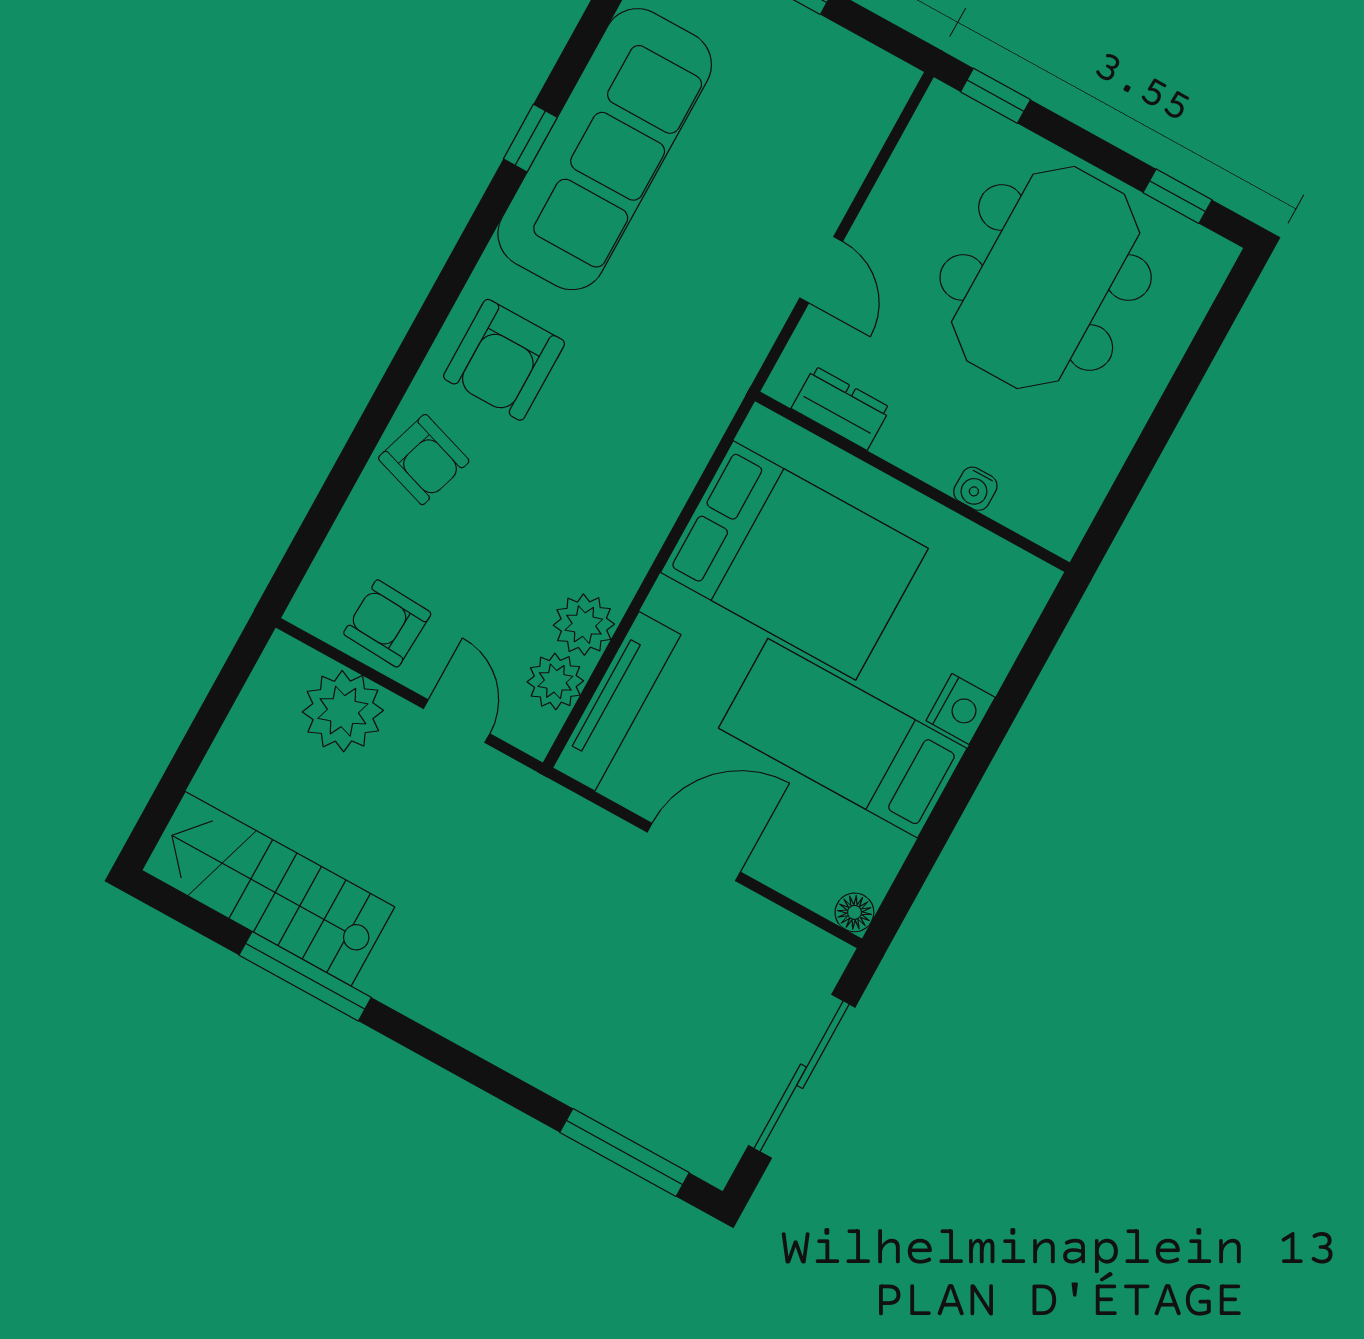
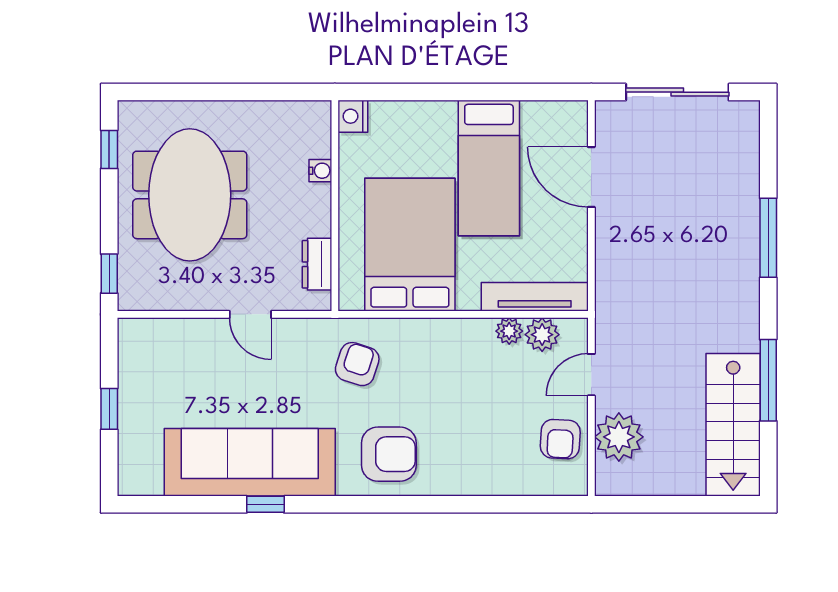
door: (821, 270) -> (250, 314), swing flipped
meeting table: (1046, 278) -> (190, 195), turned 90
armchair: (424, 460) -> (357, 364), moved
plant: (584, 625) -> (509, 331), width x0.73, depth x0.73
nightstand: (961, 709) -> (353, 116), moved, turned -90
door: (694, 852) -> (591, 177), moved
floor lamp: (854, 912) -> (576, 112), removed
window: (625, 1153) -> (768, 238), moved

